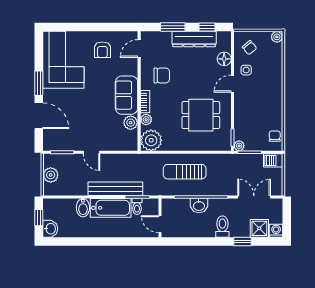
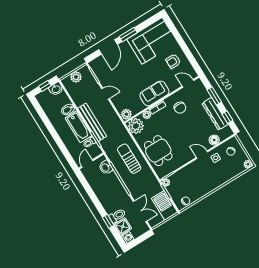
dining table: (201, 115) -> (158, 151), moved
plant: (131, 123) -> (126, 114), moved
door: (92, 152) -> (106, 94), swing flipped
barbecue: (273, 160) -> (165, 205), width x1.88, depth x1.53
washbasin: (199, 206) -> (106, 167), moved
toilet: (222, 227) -> (117, 216), moved
washbasin: (50, 229) -> (56, 89), moved

